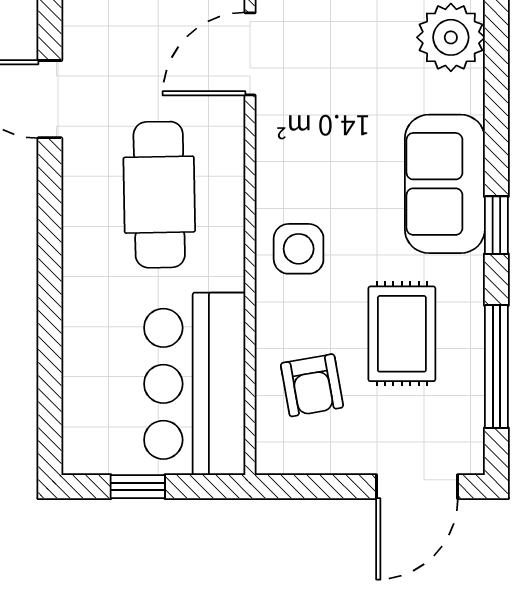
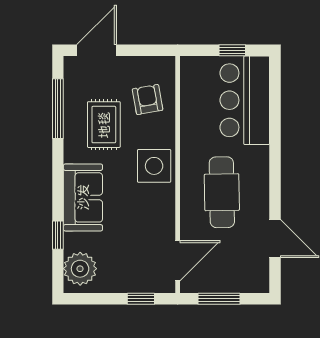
window: (496, 225) -> (58, 235), moved
side table: (299, 249) -> (154, 166), width x1.37, depth x1.37
bar counter: (195, 384) -> (245, 100), moved, turned 180

